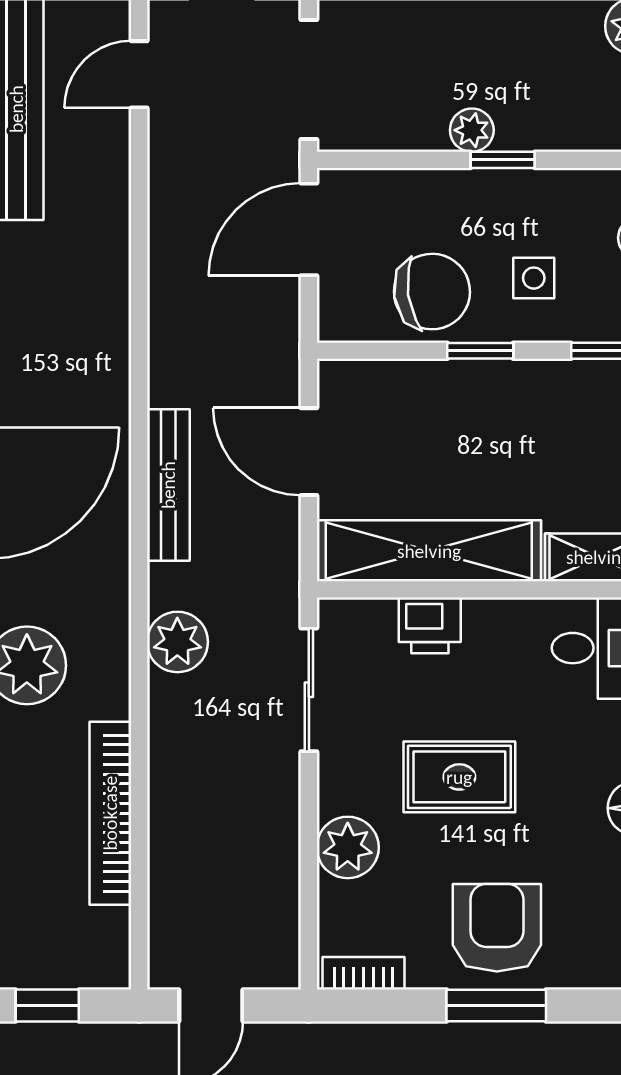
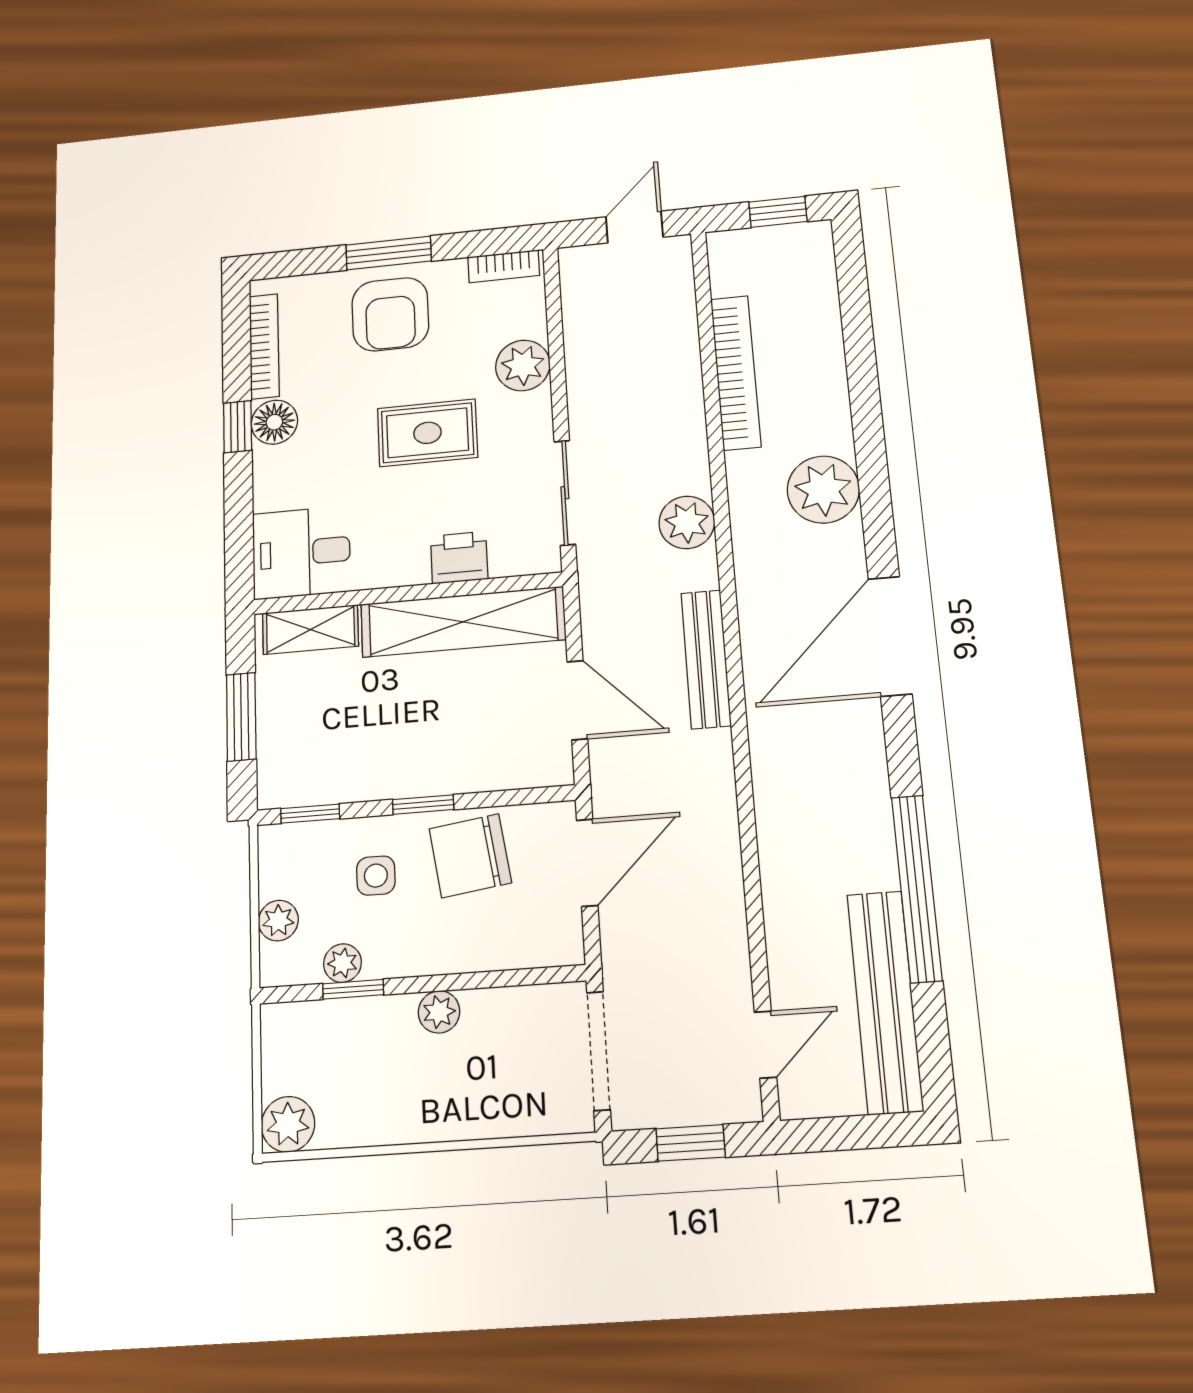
window: (503, 160) -> (353, 989), moved
plant: (572, 188) -> (342, 963), added
door: (309, 229) -> (587, 863), moved

